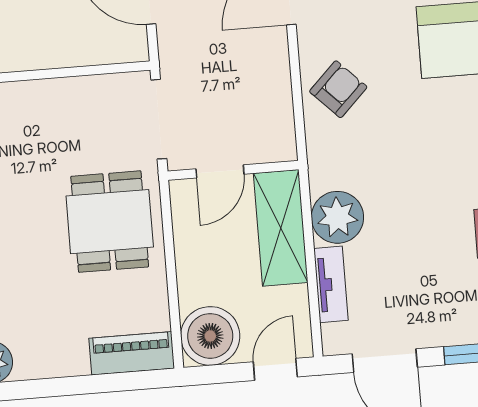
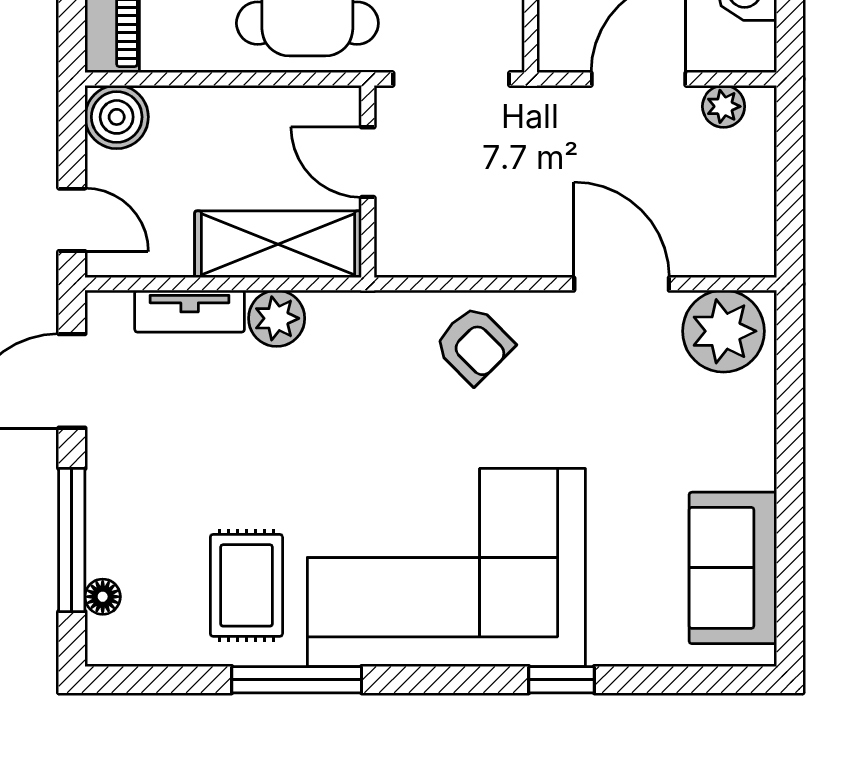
plant: (337, 217) -> (277, 318), width x0.73, depth x0.73
boiler: (210, 336) -> (117, 117), width x0.73, depth x0.73

